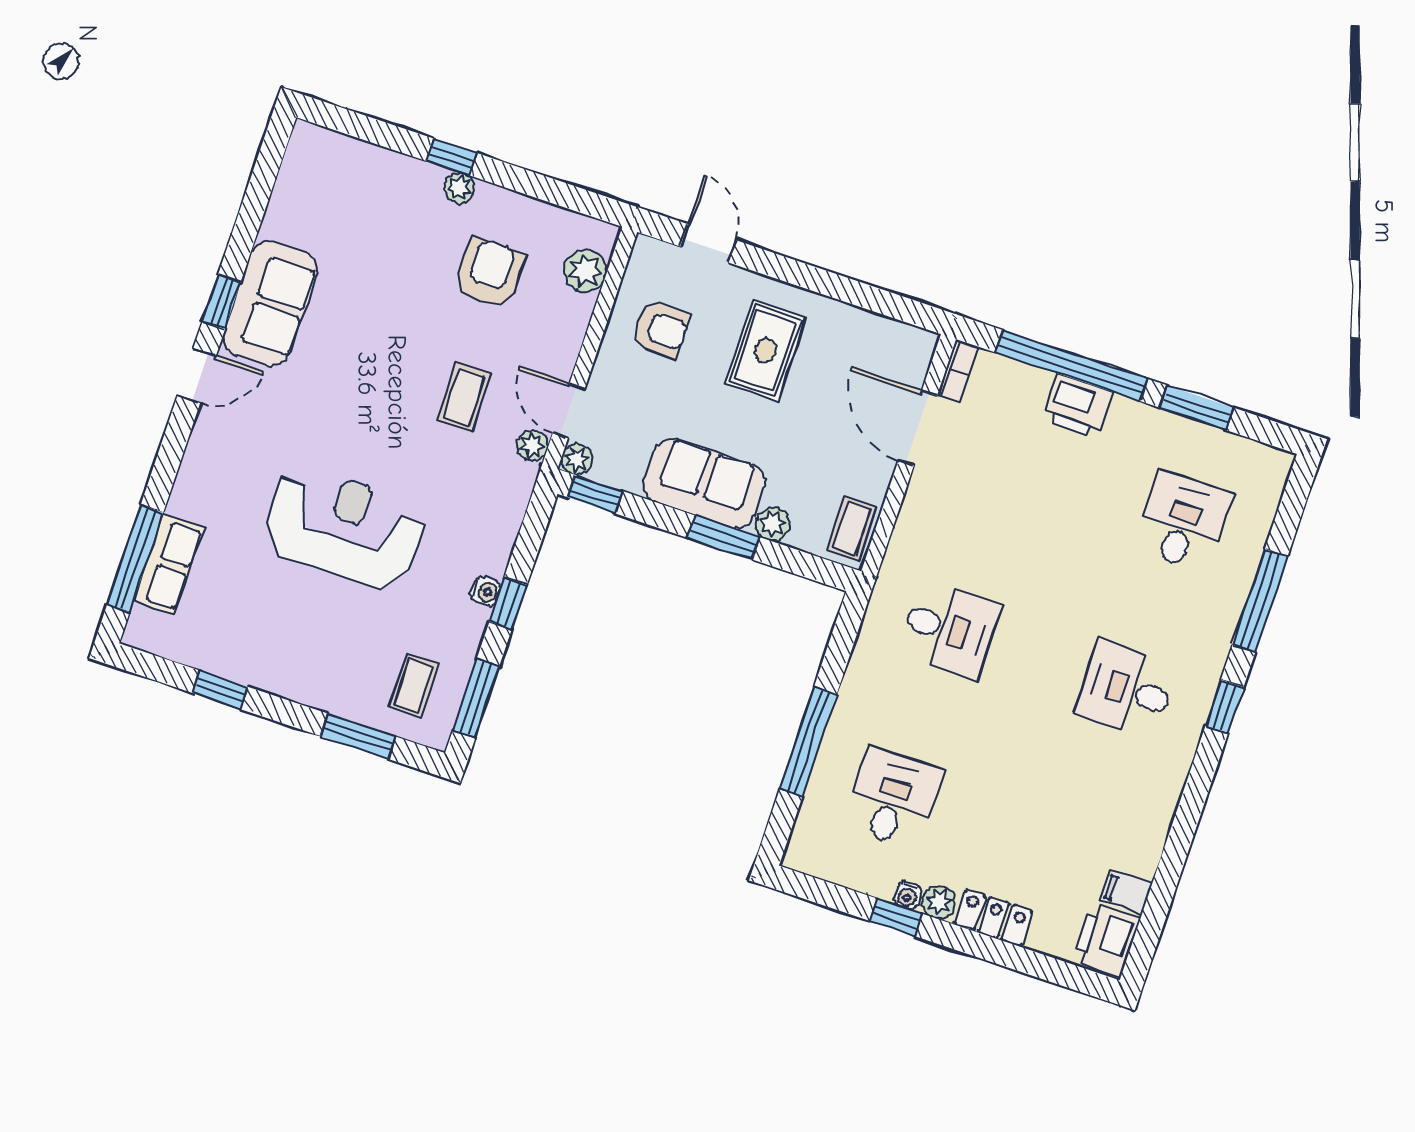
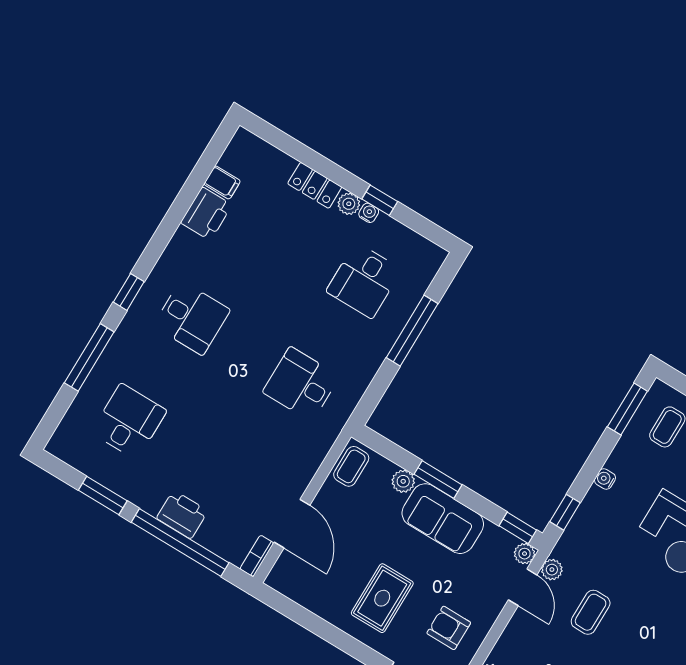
desk: (1183, 522) -> (129, 421), turned 180
window: (508, 603) -> (565, 512), moved
printer: (1106, 939) -> (206, 214), moved

